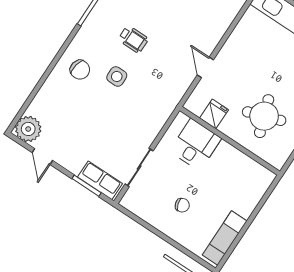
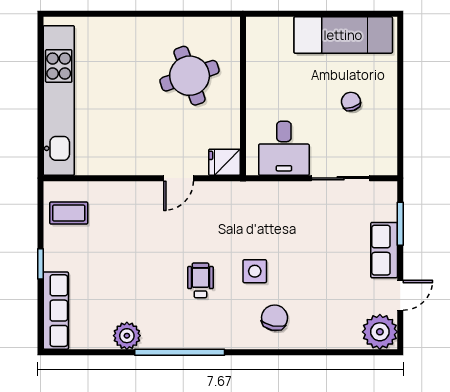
fridge: (214, 114) -> (224, 162), moved
desk: (195, 145) -> (284, 148), moved, turned -90
row of seats: (100, 180) -> (384, 250), moved
exam couch: (225, 238) -> (343, 35), width x1.36, depth x1.45

